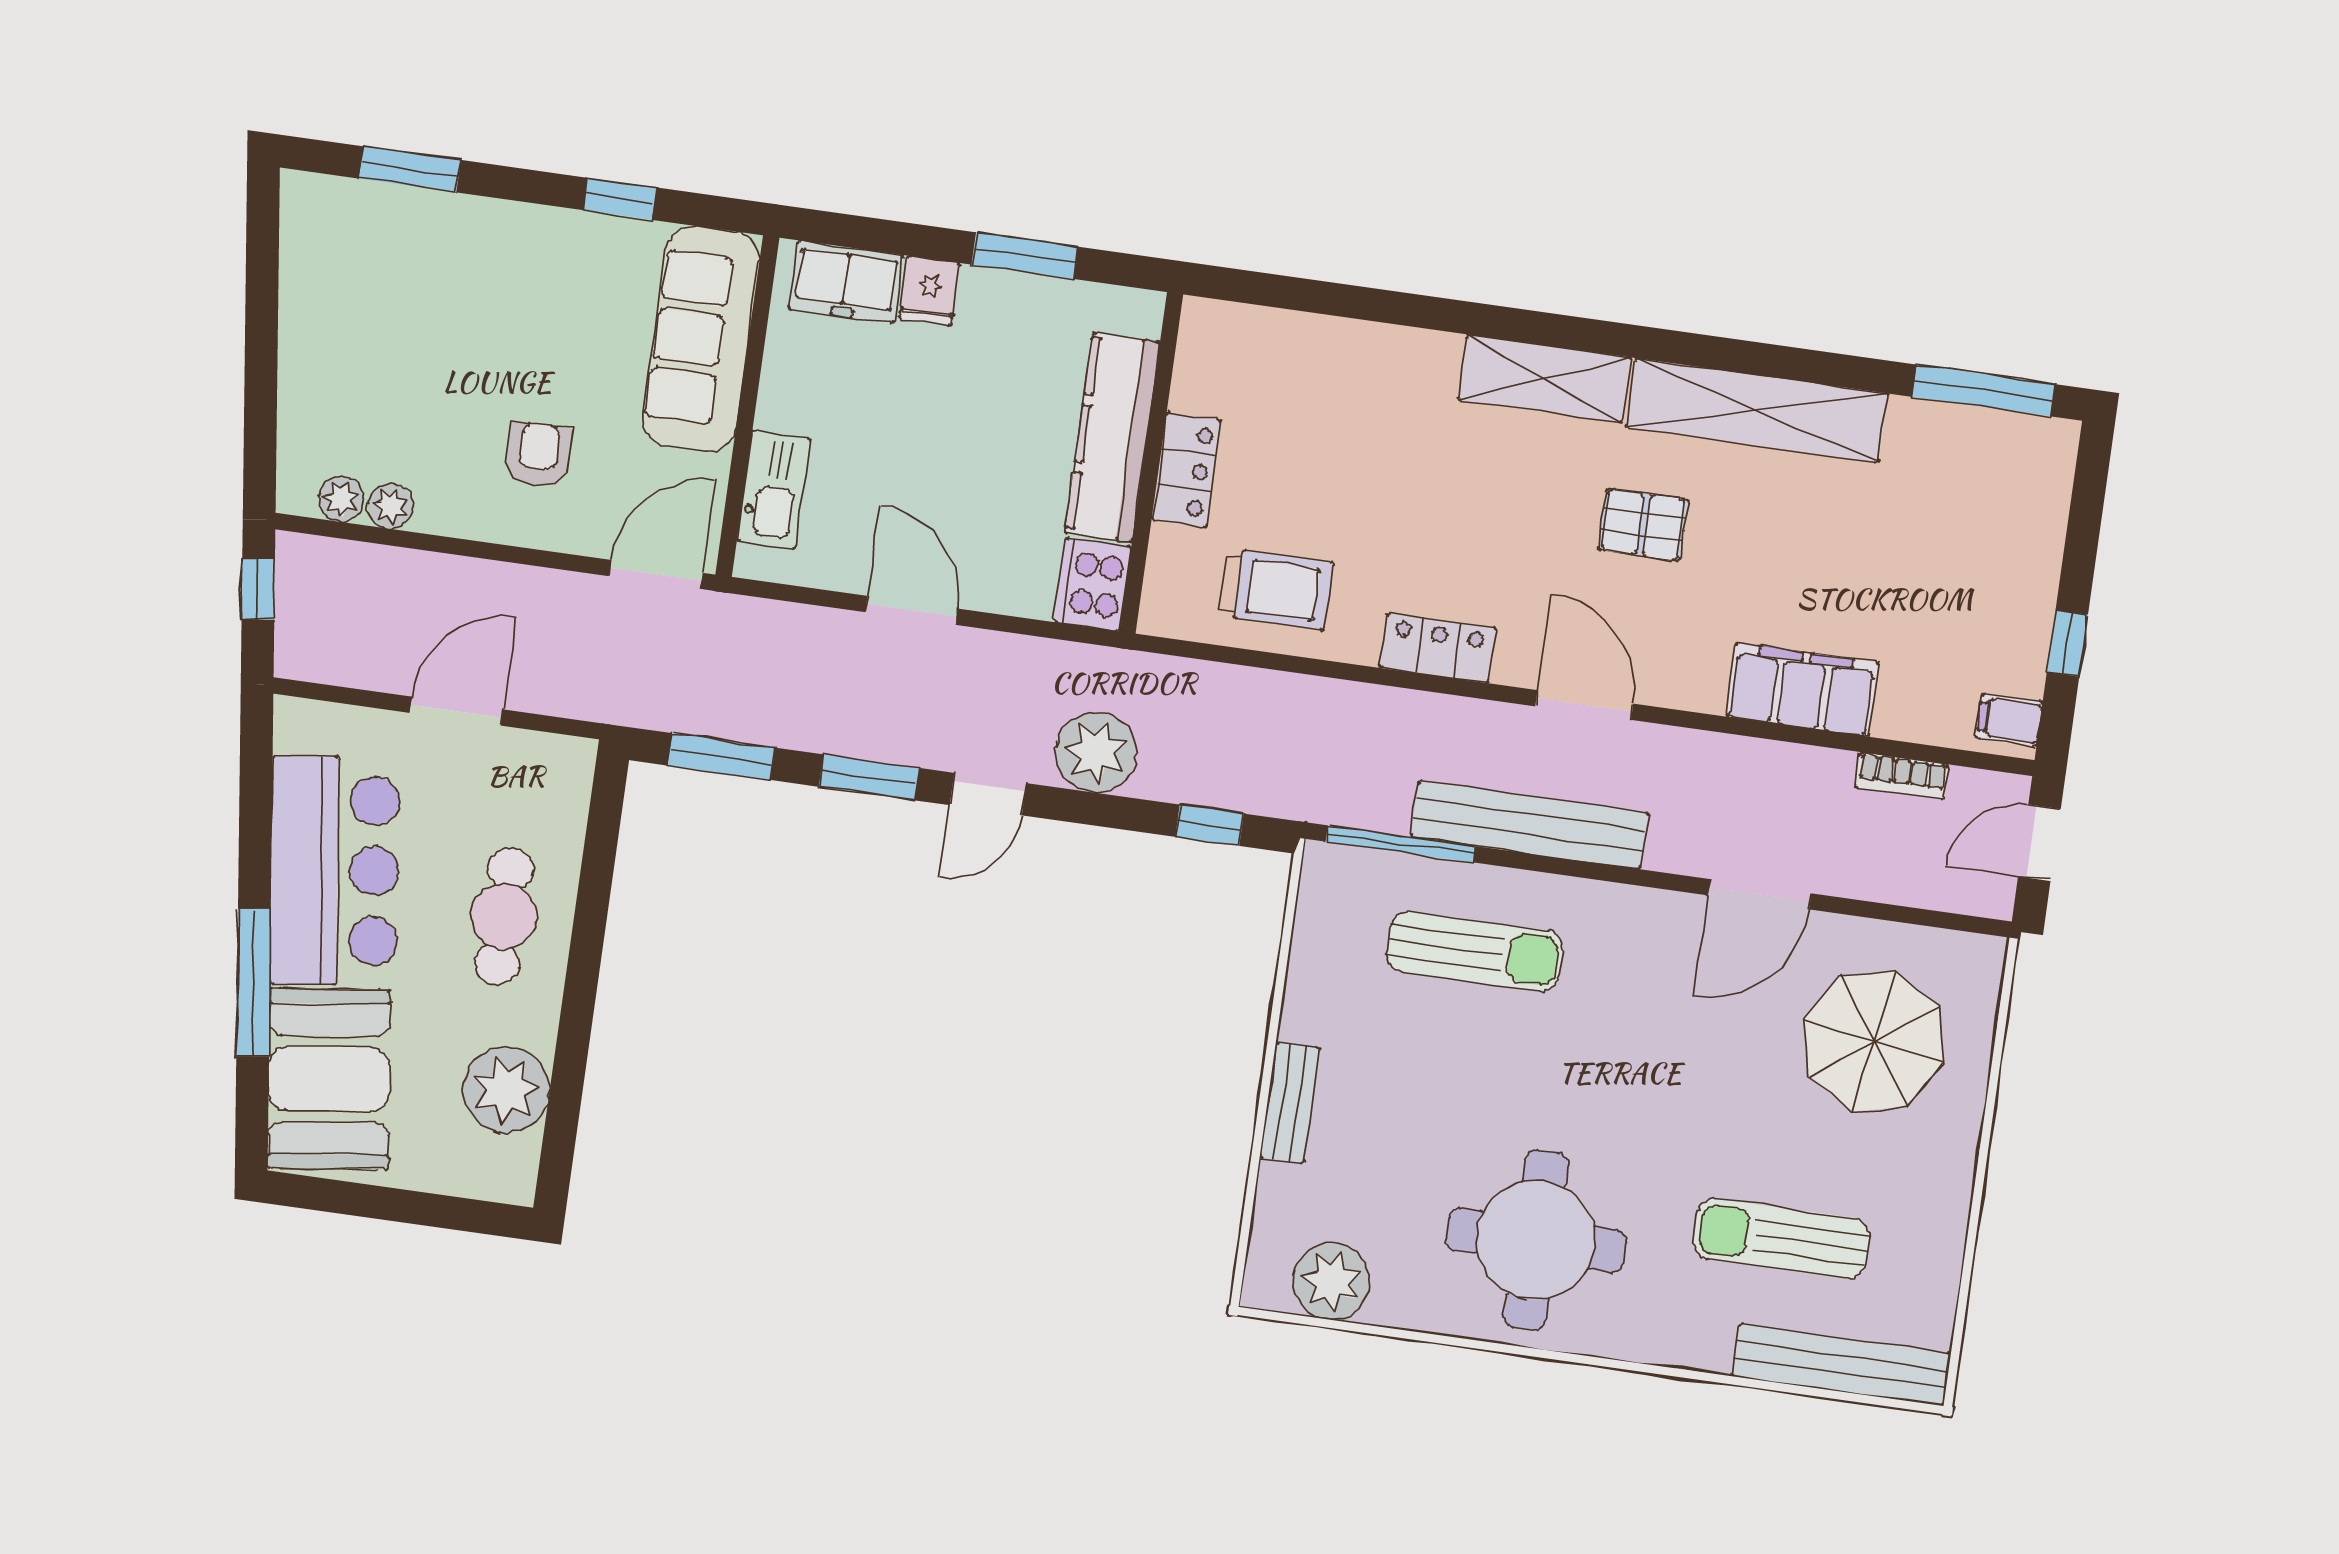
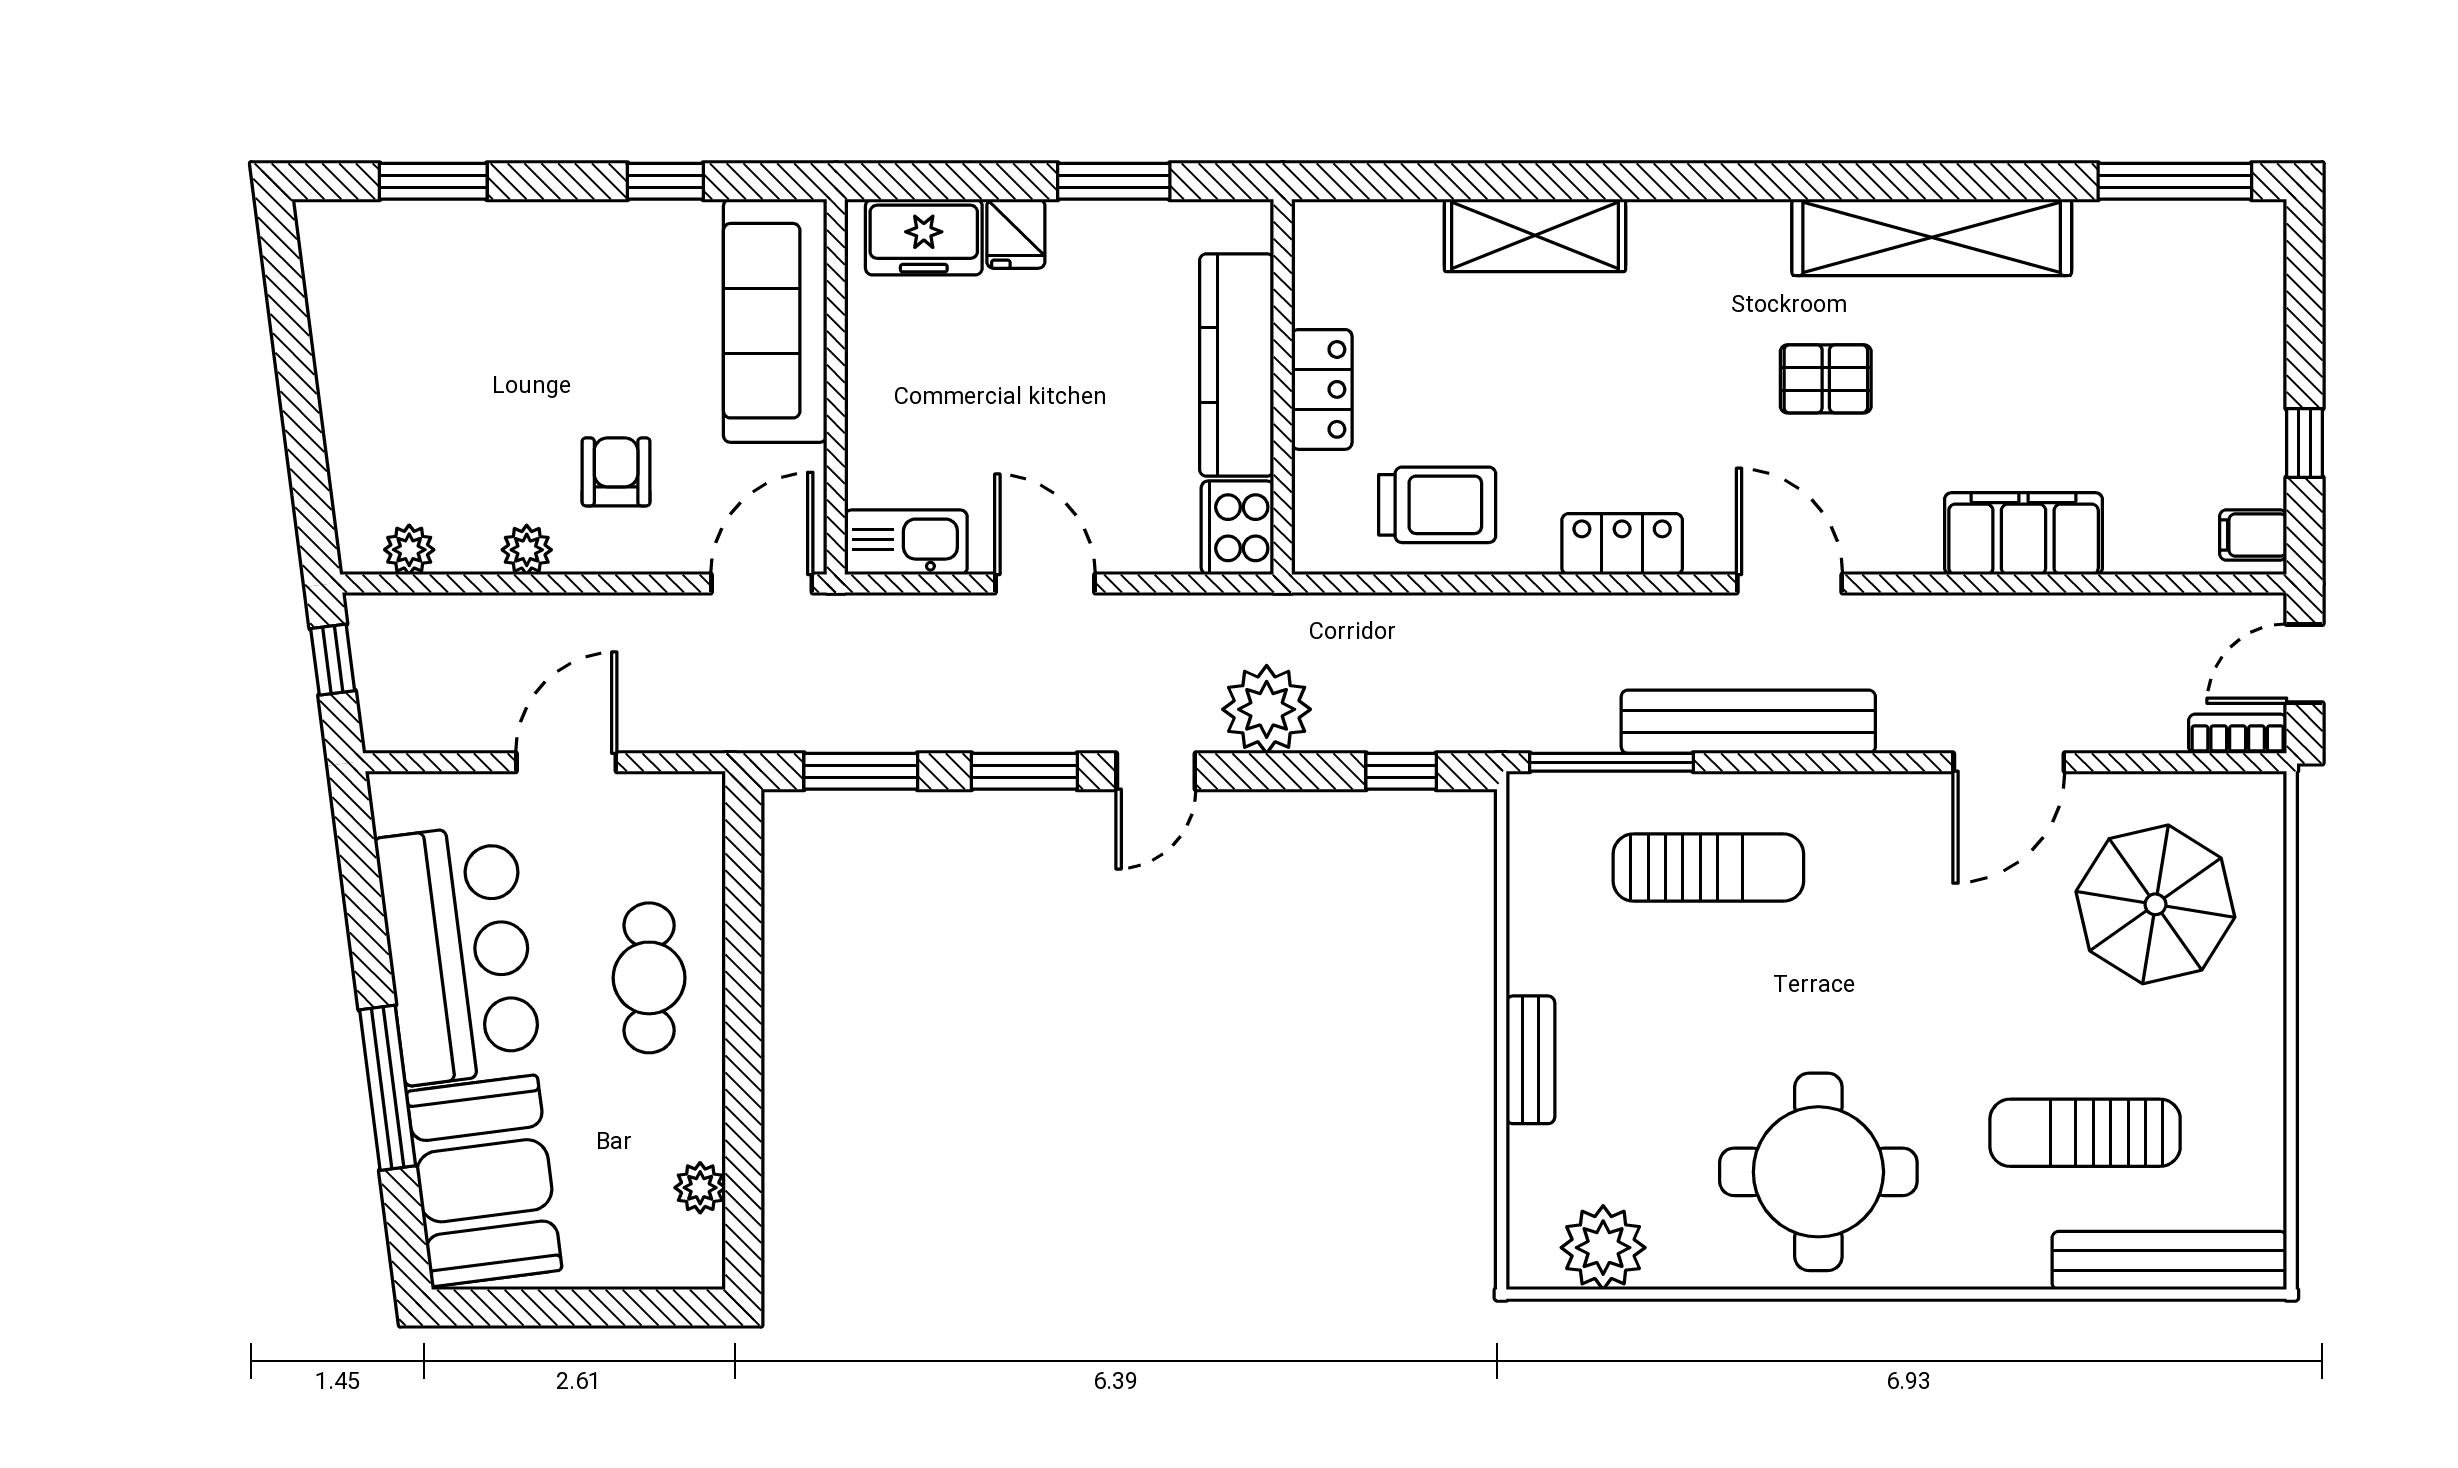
shelving: (1544, 379) -> (1535, 235), moved
kitchen sink: (774, 490) -> (906, 542), moved, turned -90
plant: (391, 506) -> (527, 550), moved
bookcase: (1902, 776) -> (2238, 734), moved, turned 180
plant: (506, 1090) -> (700, 1188), width x0.53, depth x0.53

